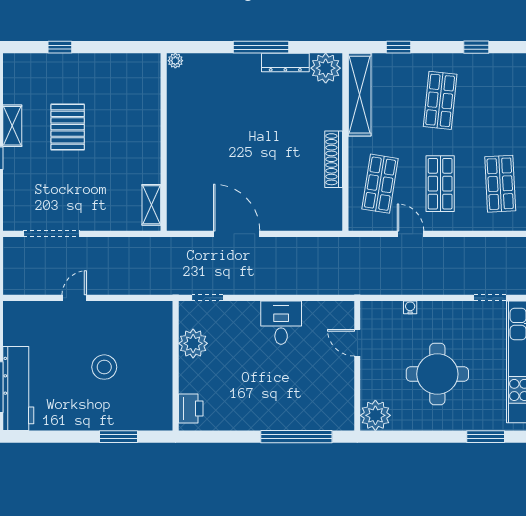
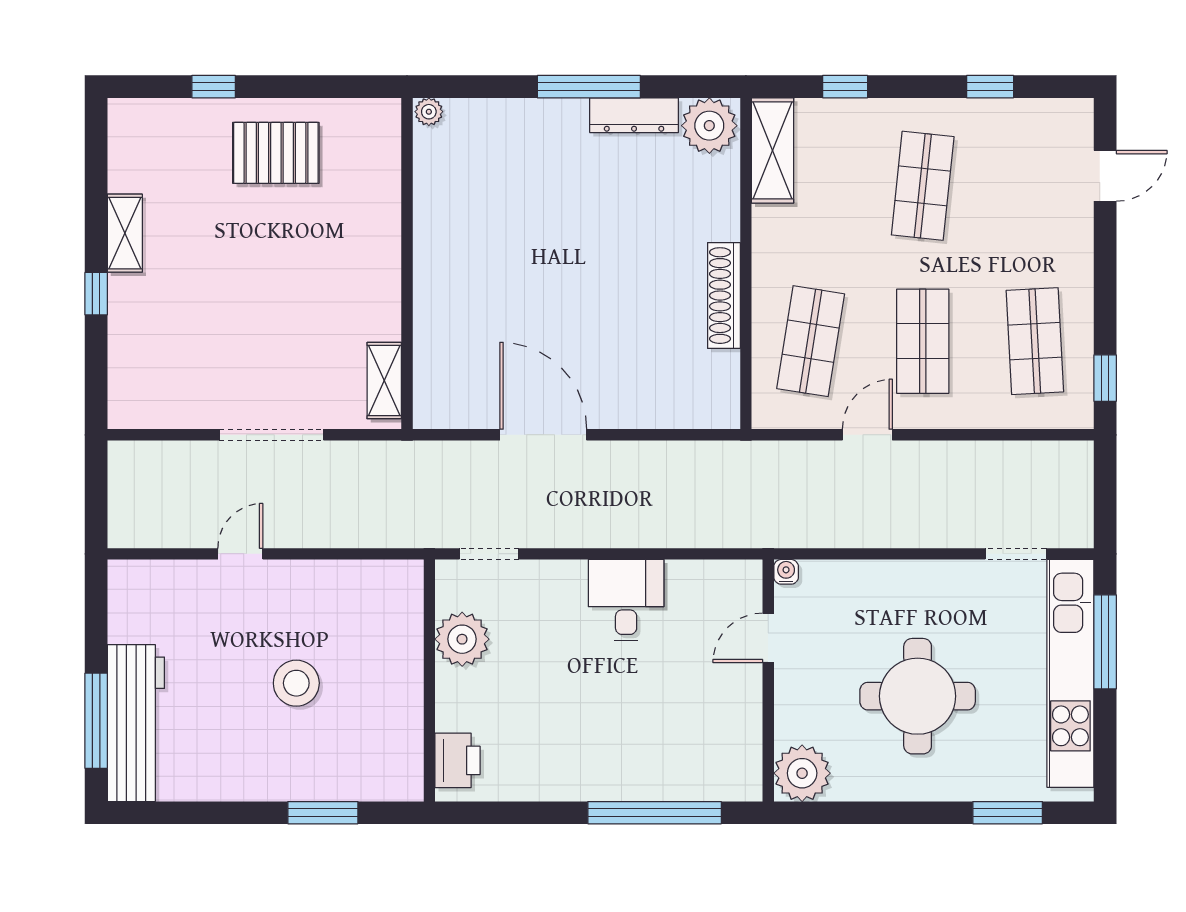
shelving: (360, 95) -> (773, 150), width x0.68
pallet: (68, 127) -> (276, 153), moved, turned 90
doorway: (51, 234) -> (271, 435), moved
door: (410, 234) -> (867, 435), hinge flipped
water cooler: (410, 307) -> (786, 572), moved
door: (357, 343) -> (768, 638), hinge flipped

